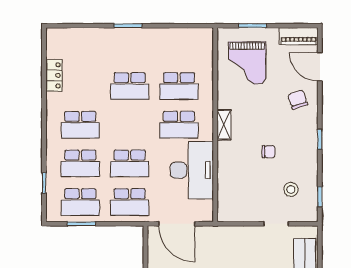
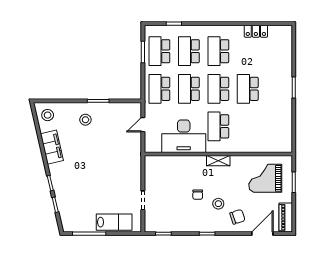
school desk: (179, 86) -> (218, 89), moved
stool: (291, 189) -> (218, 204), moved
door: (177, 224) -> (143, 125), width x0.53

